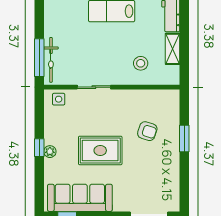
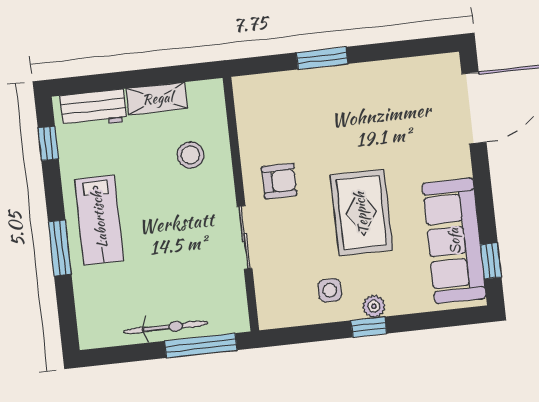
bicycle: (51, 60) -> (166, 327), moved
side table: (59, 99) -> (330, 290), moved
armchair: (147, 131) -> (279, 181), moved, turned 72

